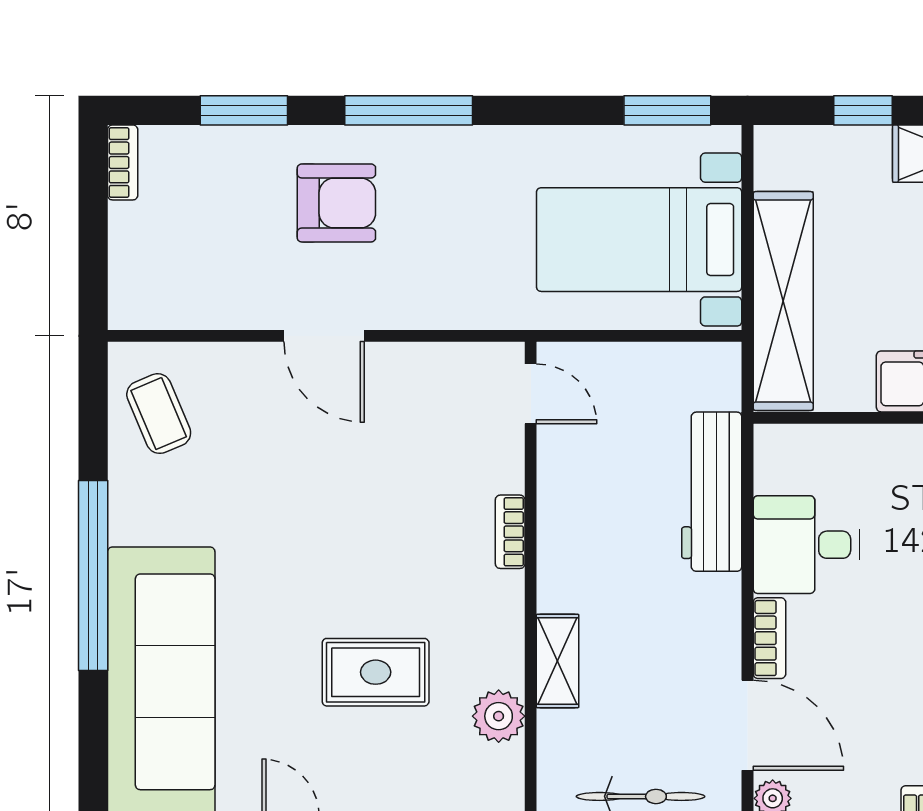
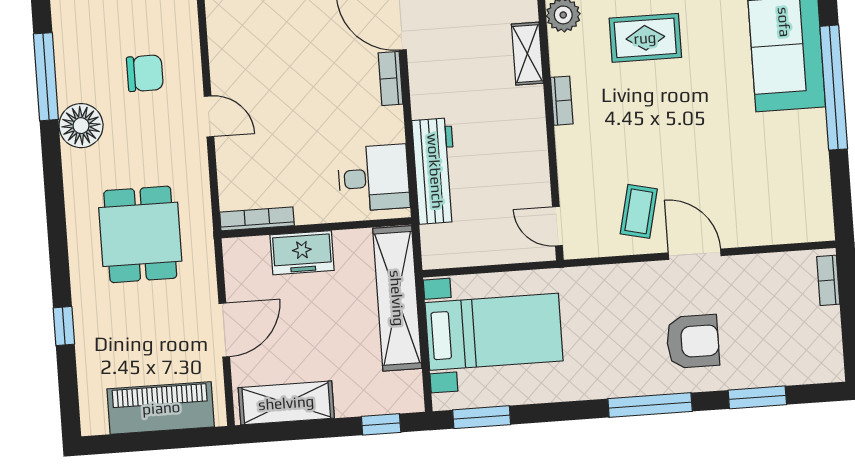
window: (863, 110) -> (381, 424), moved
bookcase: (123, 162) -> (828, 280), moved
armchair: (336, 203) -> (693, 341), turned 180
coffee table: (159, 414) -> (639, 211), moved, turned 36
bookcase: (510, 532) -> (562, 101), moved
desk: (806, 545) -> (374, 178), moved

